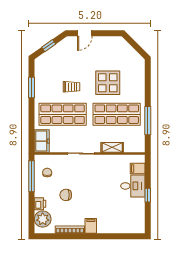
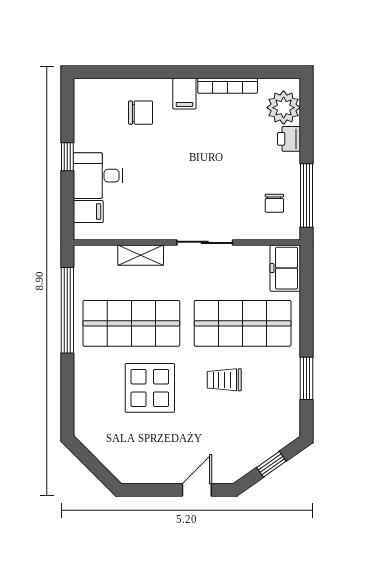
window: (148, 121) -> (67, 310), width x1.46
chair: (66, 195) -> (140, 113), moved

